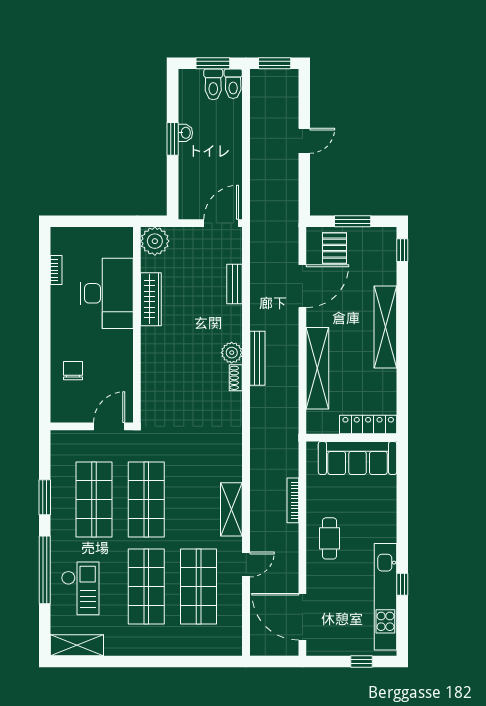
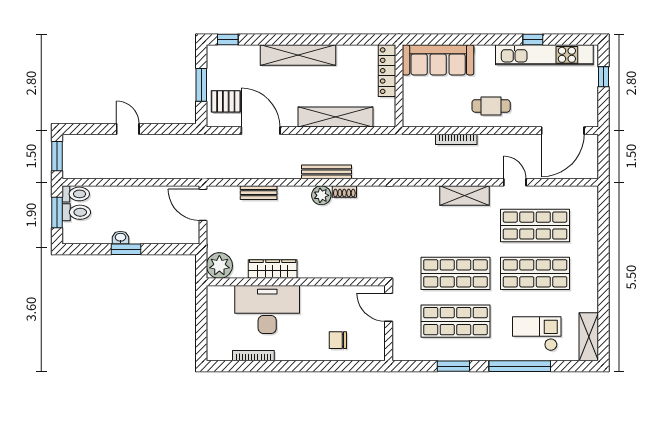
bookcase: (56, 270) -> (253, 356), width x1.56
sofa: (358, 458) -> (438, 60), moved, turned 90

